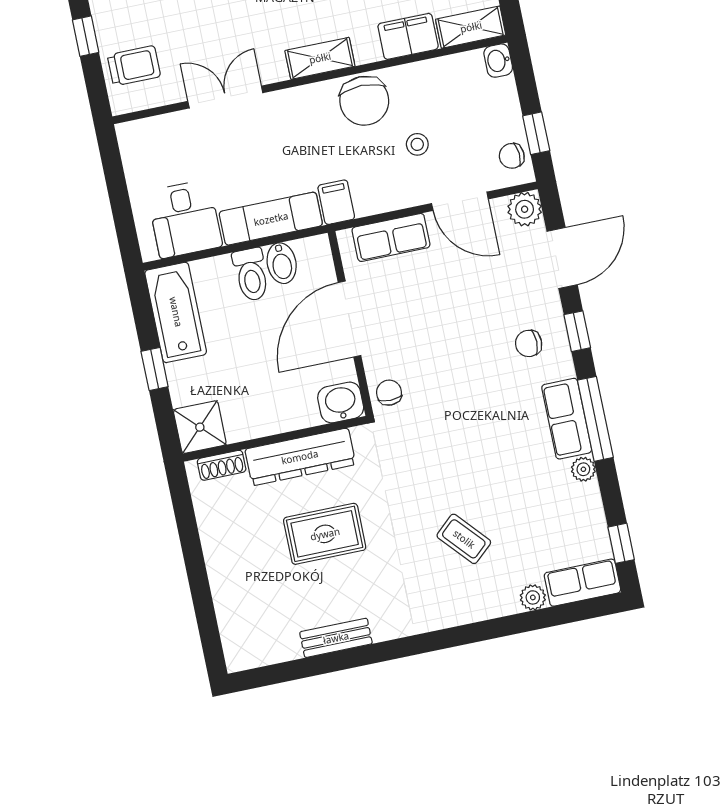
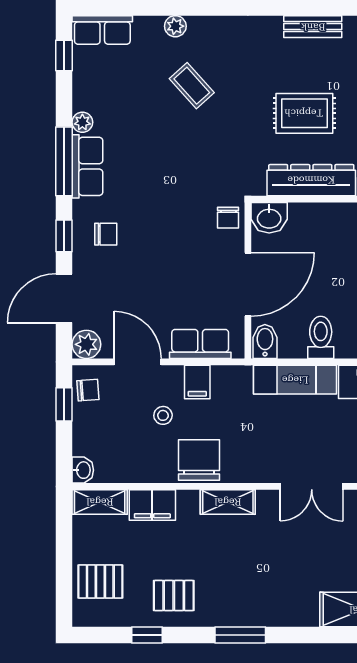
filing cabinet: (336, 202) -> (197, 382), moved
bidet: (282, 263) -> (265, 341), moved
plant: (533, 597) -> (175, 26), moved

